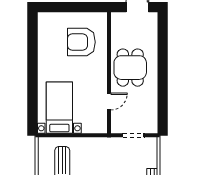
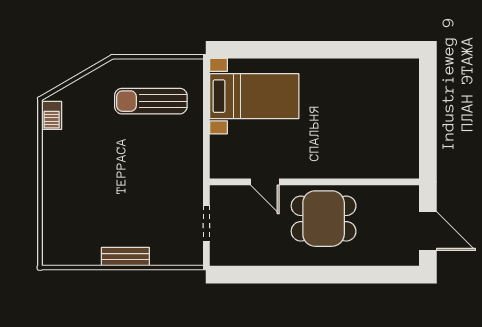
armchair: (81, 42) -> (368, 134), removed

